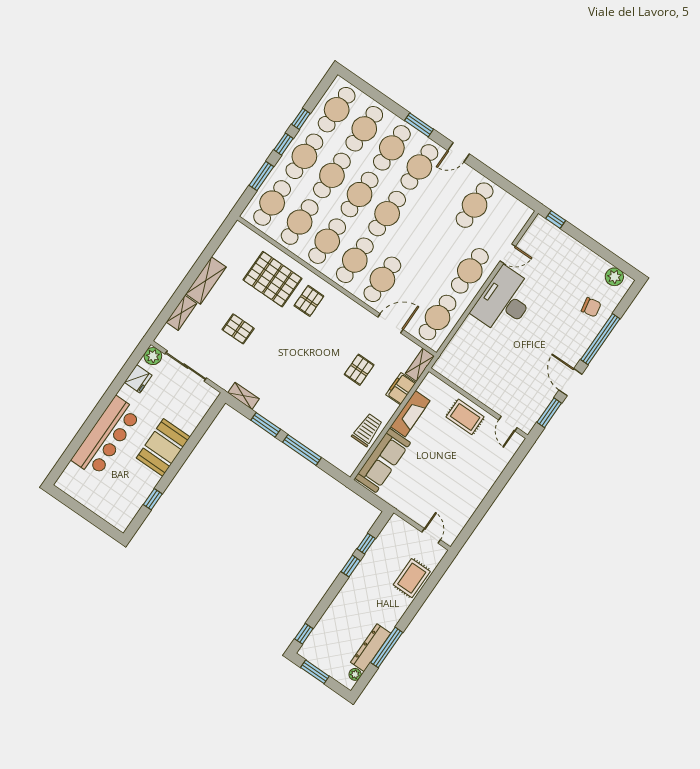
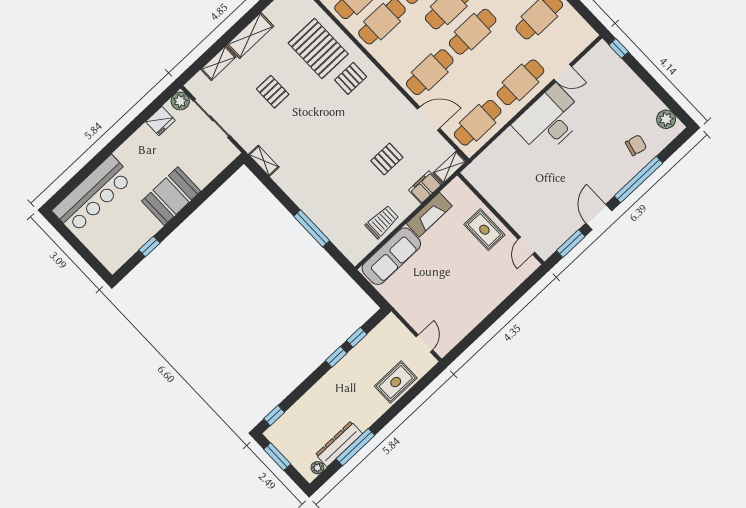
cafe table: (355, 260) -> (473, 32), moved
chair: (591, 307) -> (636, 145), turned -65
window: (266, 425) -> (280, 195), removed
bar counter: (106, 437) -> (93, 194), moved

